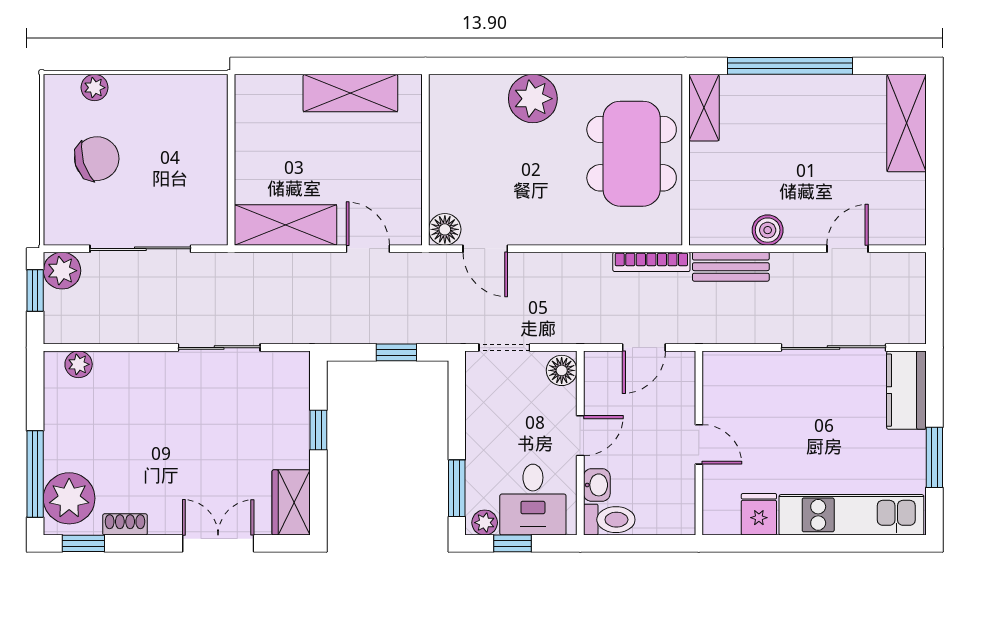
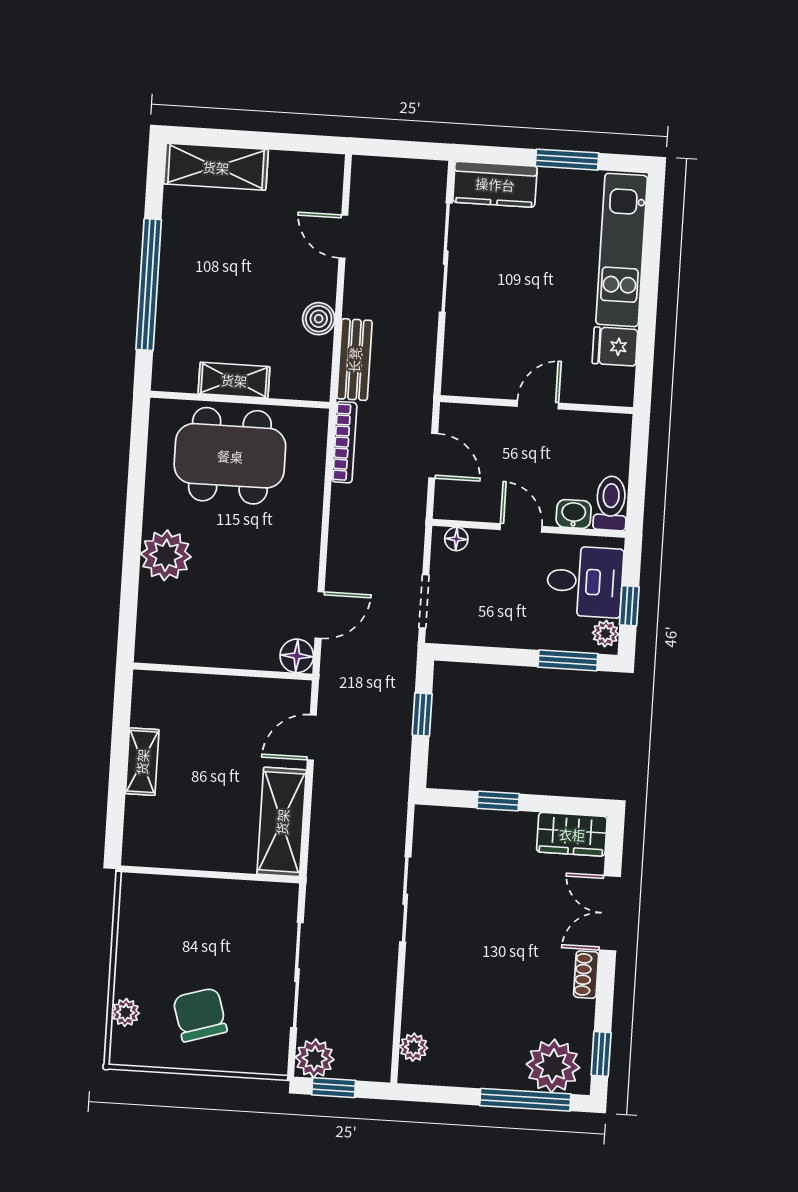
shelving: (350, 93) -> (142, 762), width x0.67, depth x0.75
shelving: (704, 108) -> (234, 380), moved
floor lamp: (562, 370) -> (456, 539), width x0.73, depth x0.73
shoe rack: (125, 524) -> (586, 975), moved

